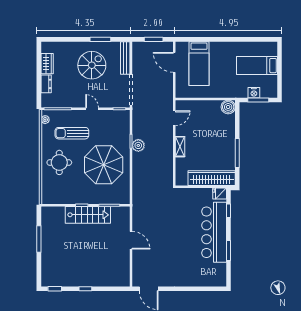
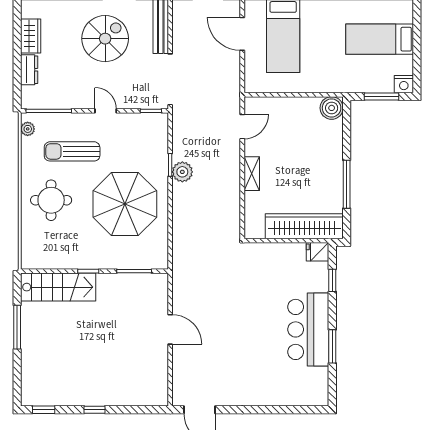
nightstand: (254, 93) -> (404, 84), moved
stairs: (88, 215) -> (58, 287), moved
bar counter: (214, 232) -> (308, 329), width x0.73

